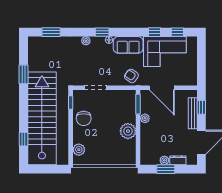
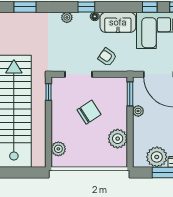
armchair: (131, 76) -> (107, 57), moved
chair: (84, 118) -> (89, 112), moved, turned -123
plant: (128, 131) -> (118, 139), moved
plant: (164, 160) -> (157, 157), width x1.87, depth x1.87

